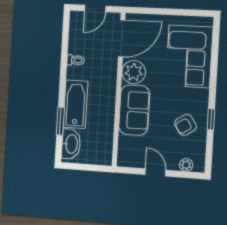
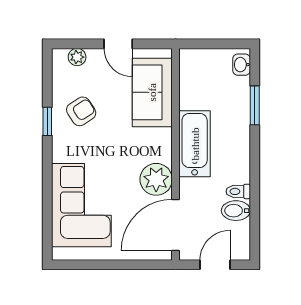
bidet: (78, 47) -> (236, 211), added
bathtub: (76, 104) -> (195, 144), moved, turned 180
sofa: (134, 110) -> (152, 92), moved
washbasin: (71, 144) -> (242, 65), width x0.52, depth x0.69

